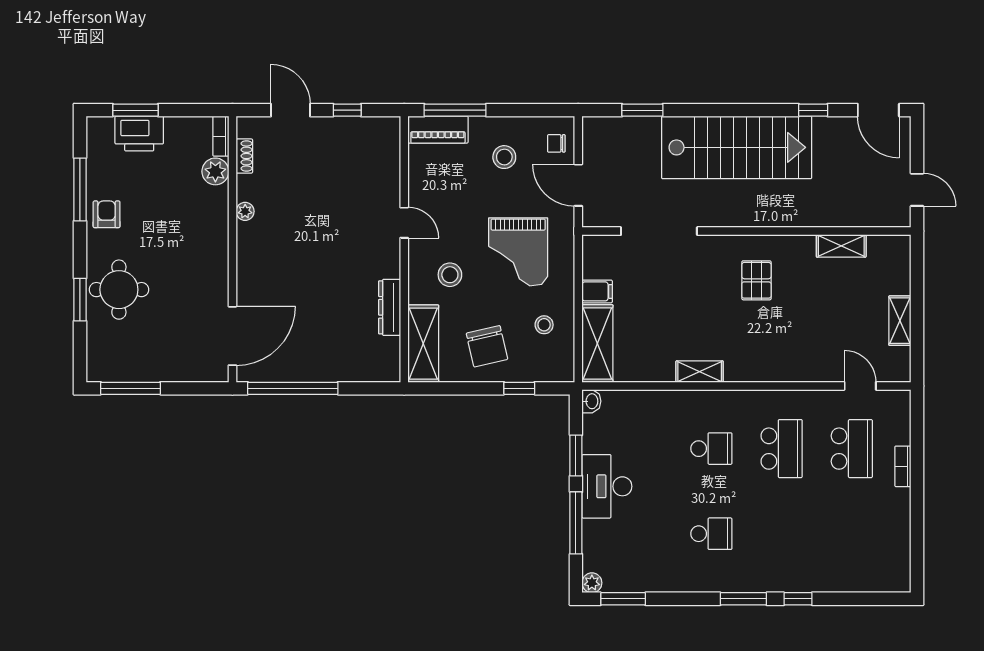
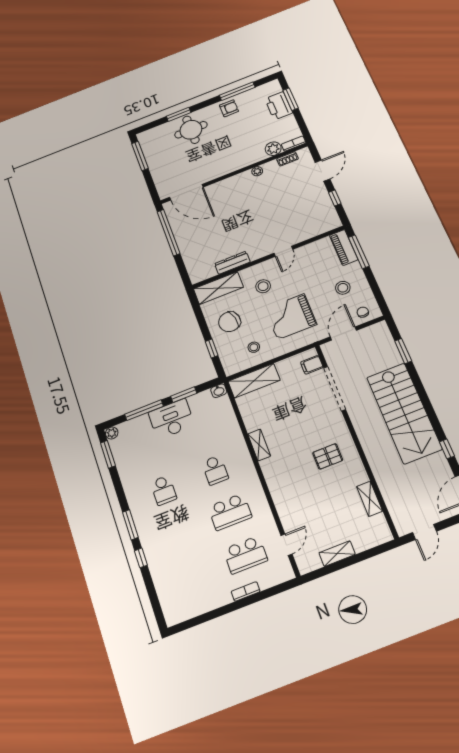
filing cabinet: (597, 291) -> (312, 365), moved, turned 90

